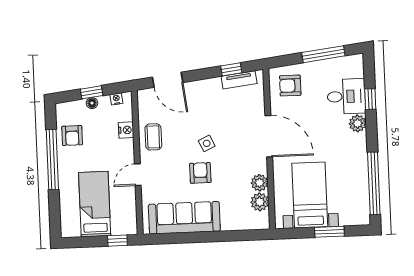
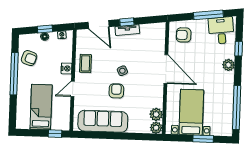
window: (231, 69) -> (127, 22), moved
tv unit: (239, 80) -> (127, 30), moved
desk: (346, 96) -> (221, 31), moved, turned -97
nightstand: (126, 130) -> (67, 68), moved
armchair: (72, 136) -> (29, 58), turned -71
plant: (260, 183) -> (156, 128), moved

